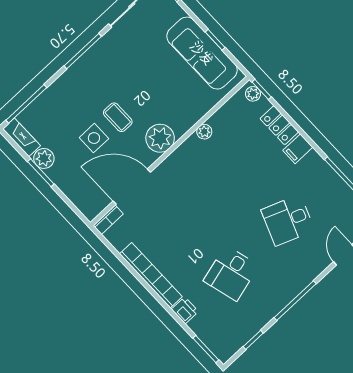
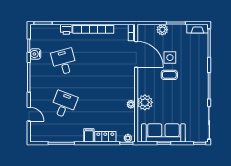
plant: (160, 138) -> (145, 102), moved
plant: (44, 158) -> (162, 30), moved
door: (132, 187) -> (136, 54), hinge flipped
water cooler: (256, 321) -> (35, 54), added

